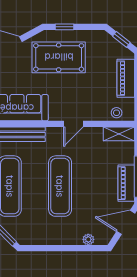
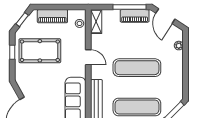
window: (64, 27) -> (12, 52), moved
pool table: (59, 57) -> (40, 51), moved, turned 90

